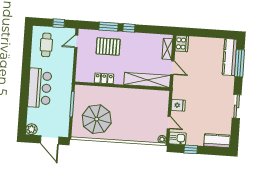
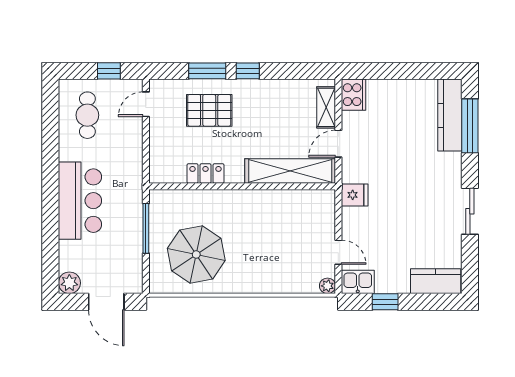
door: (172, 68) -> (338, 144), swing flipped
fridge: (178, 105) -> (355, 195), moved

